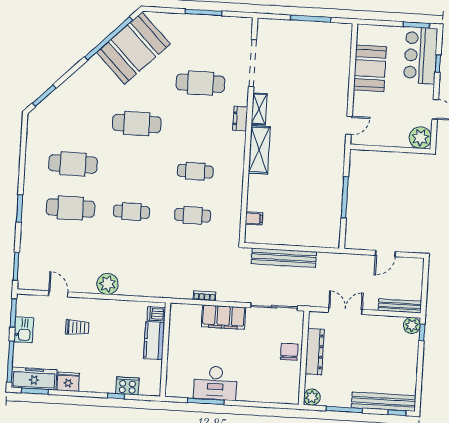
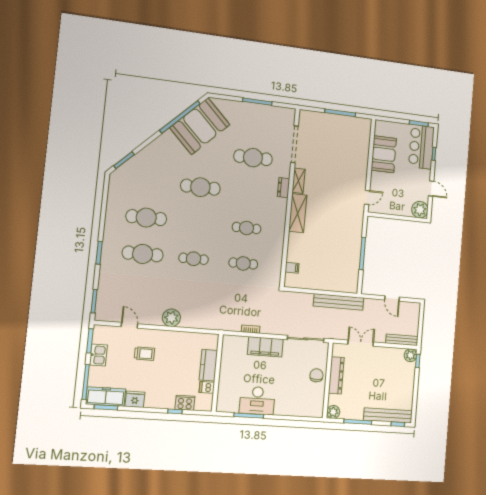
door: (385, 253) -> (392, 299), hinge flipped
bench: (284, 258) -> (339, 302), moved
dishwasher: (156, 314) -> (207, 387), moved

